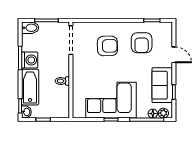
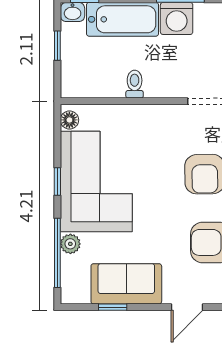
plant: (163, 113) -> (70, 244), moved
floor lamp: (153, 114) -> (69, 120), moved

